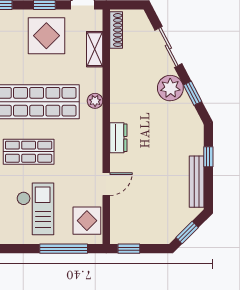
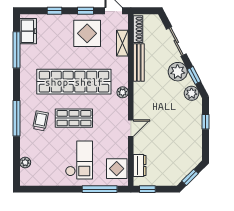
plant: (95, 101) -> (123, 92), moved
plant: (189, 118) -> (192, 93), added
dresser: (118, 138) -> (140, 166), moved
bench: (197, 182) -> (139, 63), moved
door: (106, 184) -> (131, 128), moved

